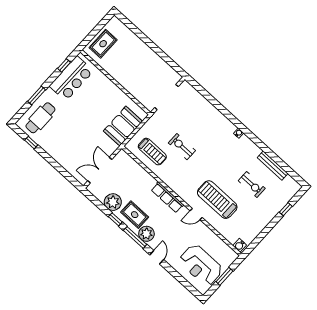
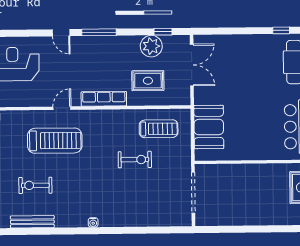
treadmill: (152, 152) -> (159, 129), turned 180
rug: (135, 215) -> (148, 81), moved
window: (115, 219) -> (163, 32), moved
plant: (146, 234) -> (91, 46), removed

